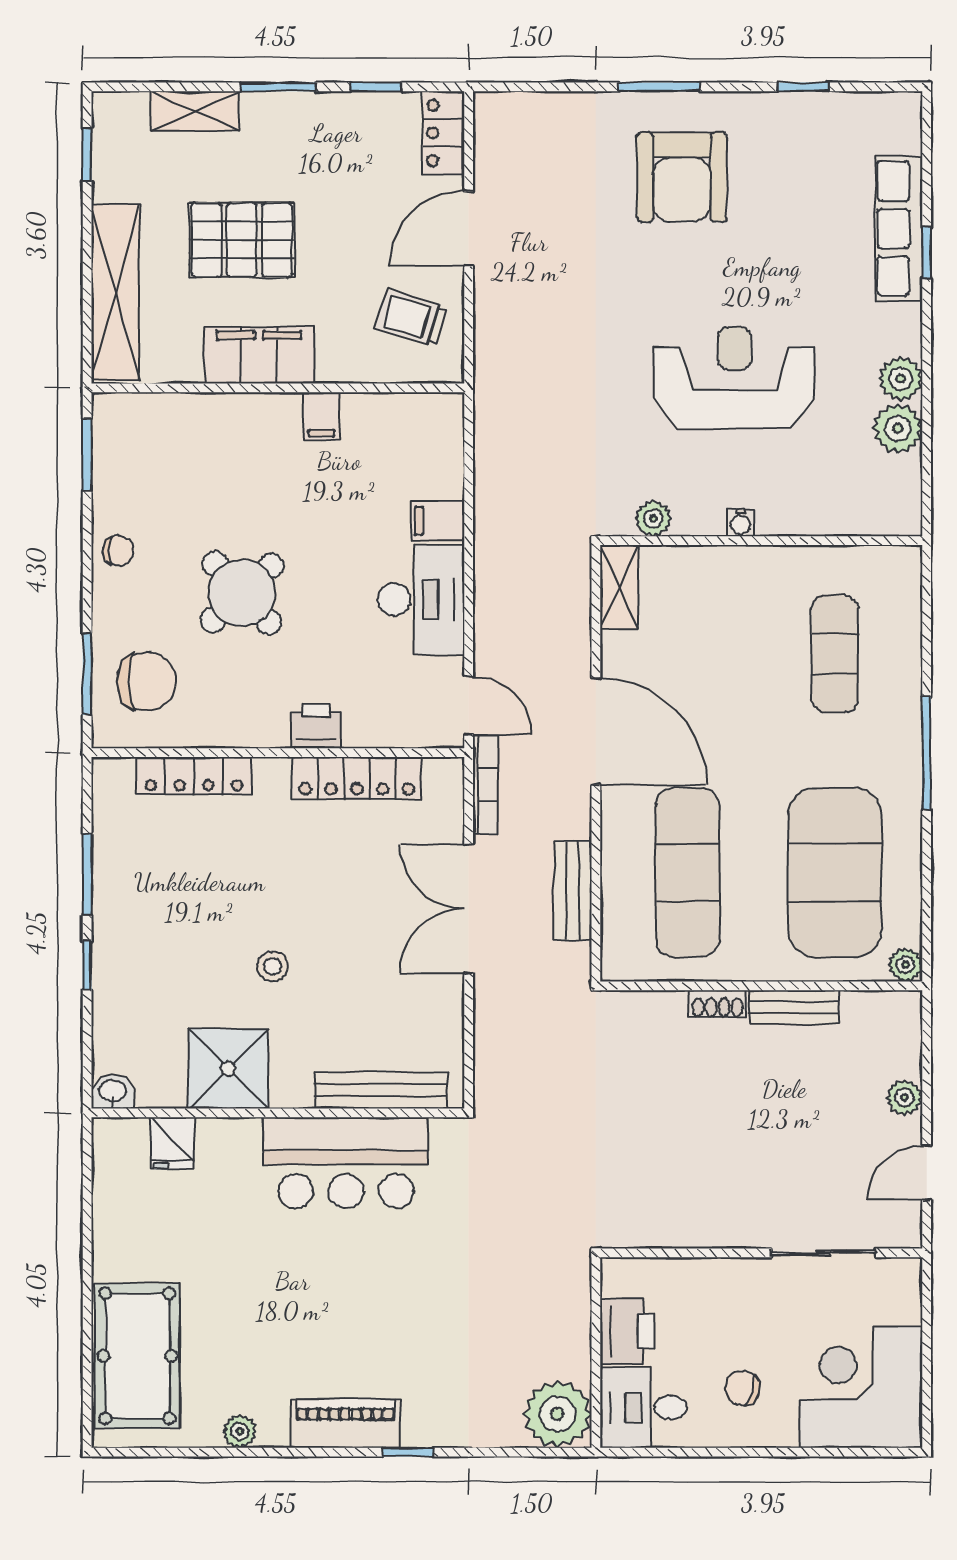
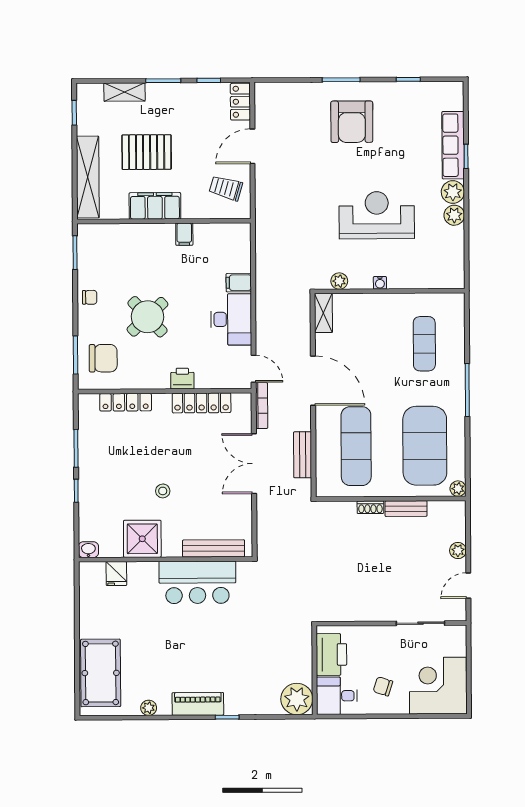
plant: (898, 428) -> (453, 192), moved
printer: (627, 1331) -> (331, 654), width x1.37, depth x1.19

